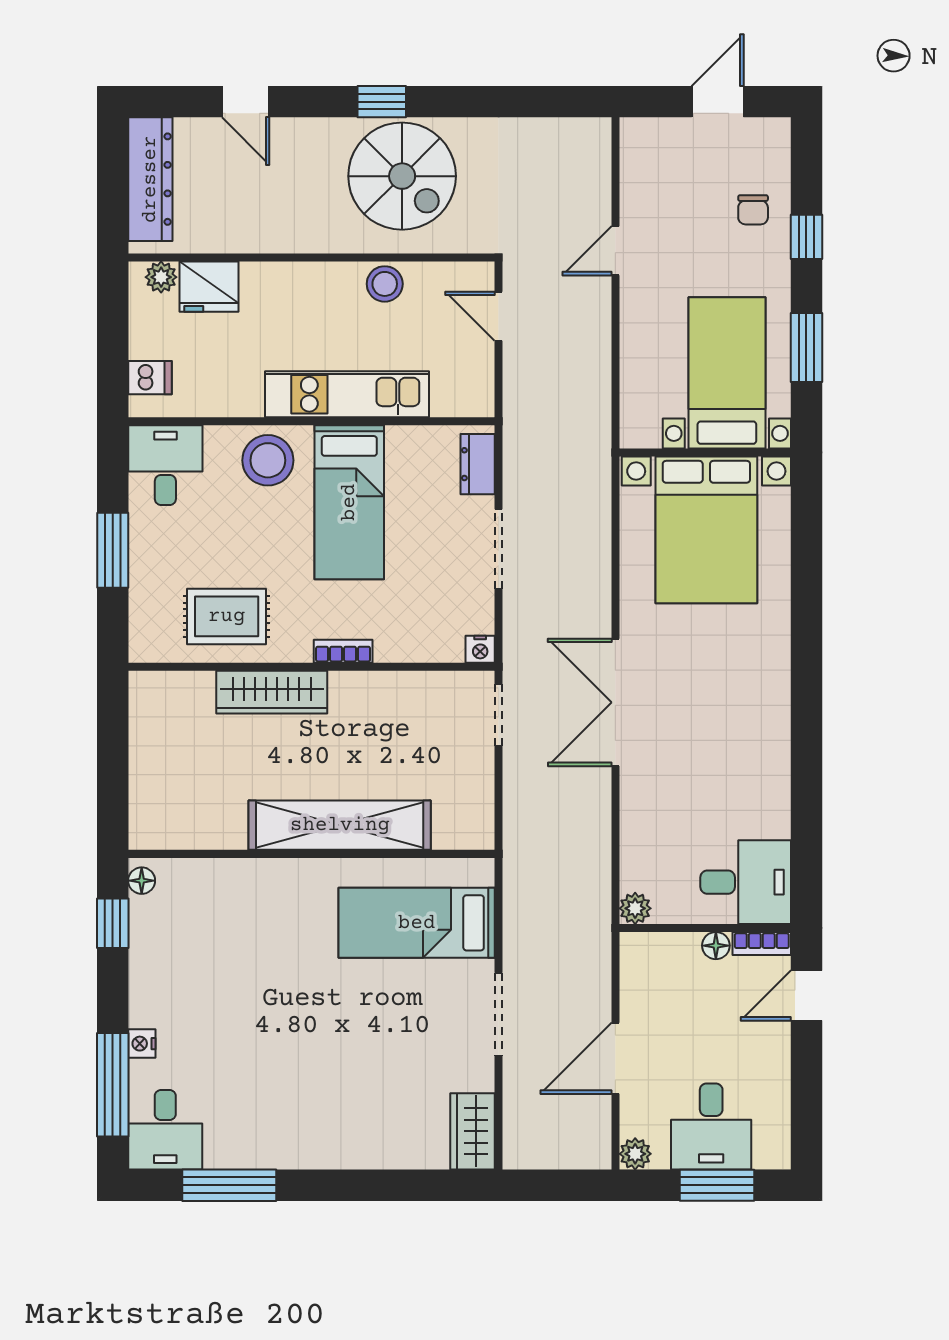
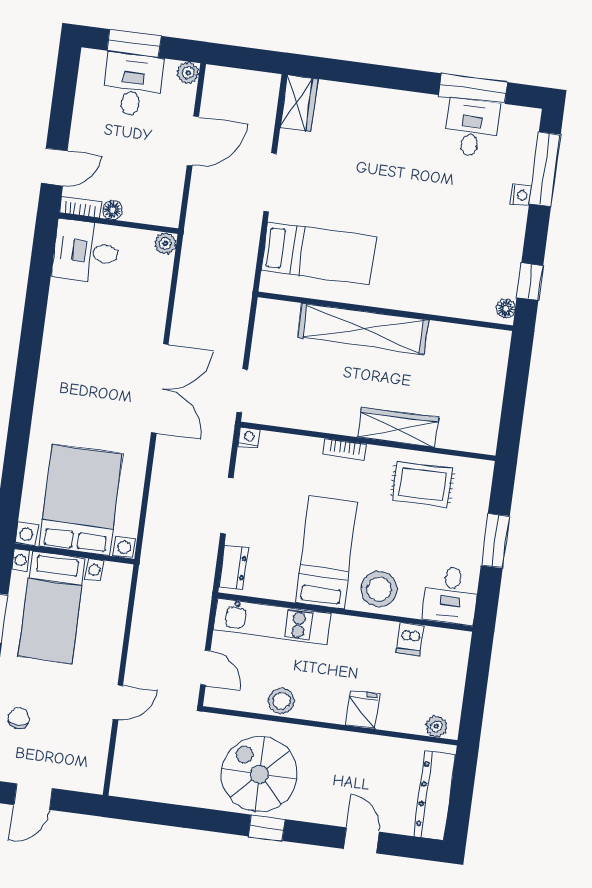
fridge: (209, 287) -> (363, 710), moved, width x0.72
dishwasher: (150, 378) -> (410, 639), moved, turned -90
kitchen unit: (347, 394) -> (272, 621), moved
desk: (165, 1130) -> (471, 128), moved

